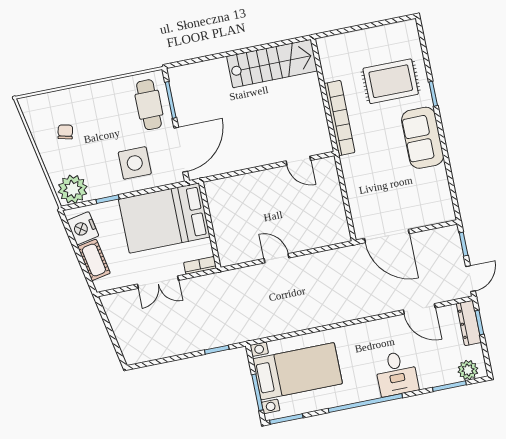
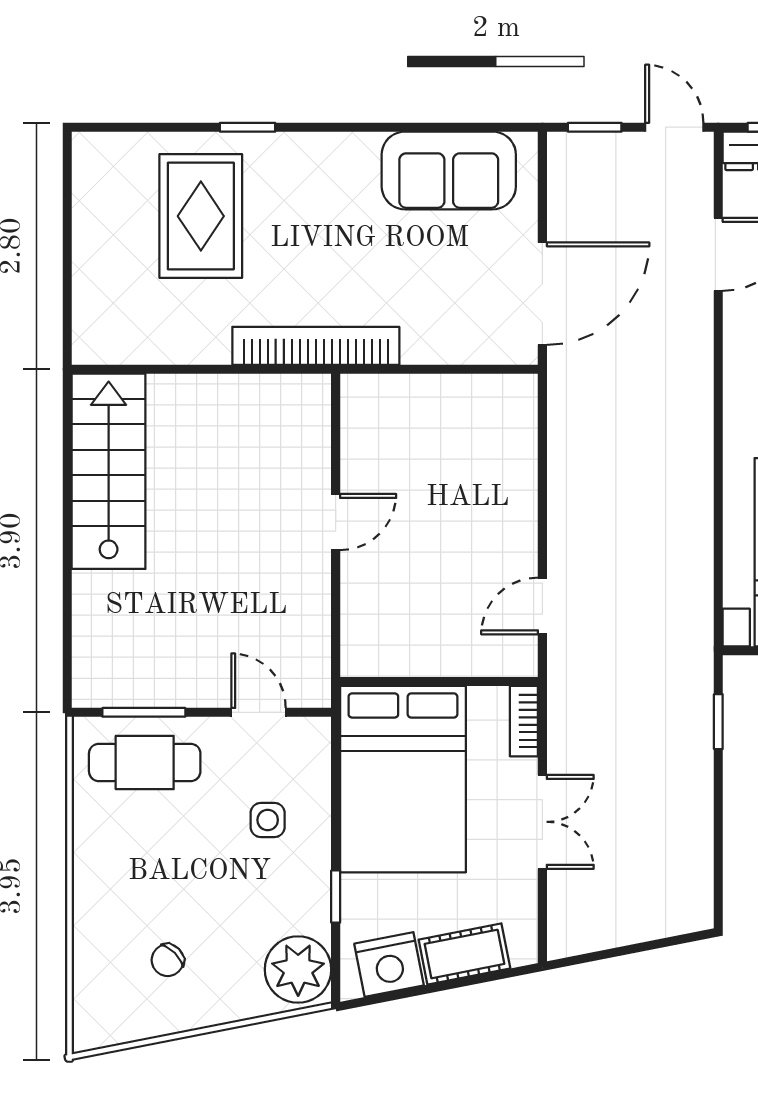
bookcase: (340, 118) -> (316, 346), moved
chair: (65, 132) -> (168, 960), turned -58
sofa: (423, 138) -> (449, 170), moved
door: (181, 150) -> (258, 712), width x0.53
door: (298, 161) -> (336, 522), moved
side table: (135, 163) -> (268, 820), width x0.54, depth x0.54
door: (277, 258) -> (542, 606), moved

